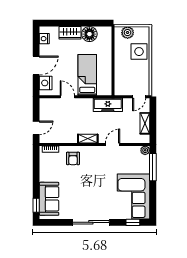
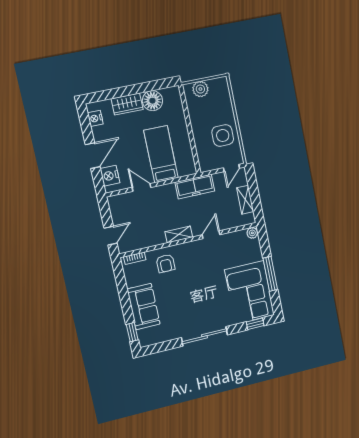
side table: (139, 52) -> (223, 135), moved
window: (153, 167) -> (270, 274), moved
sofa: (49, 199) -> (144, 307), moved

